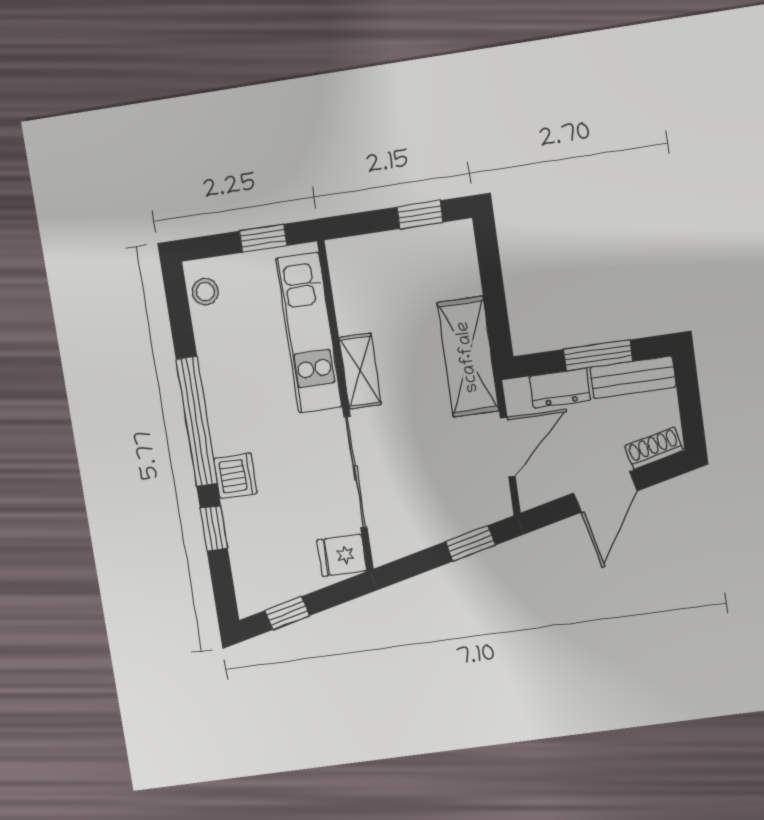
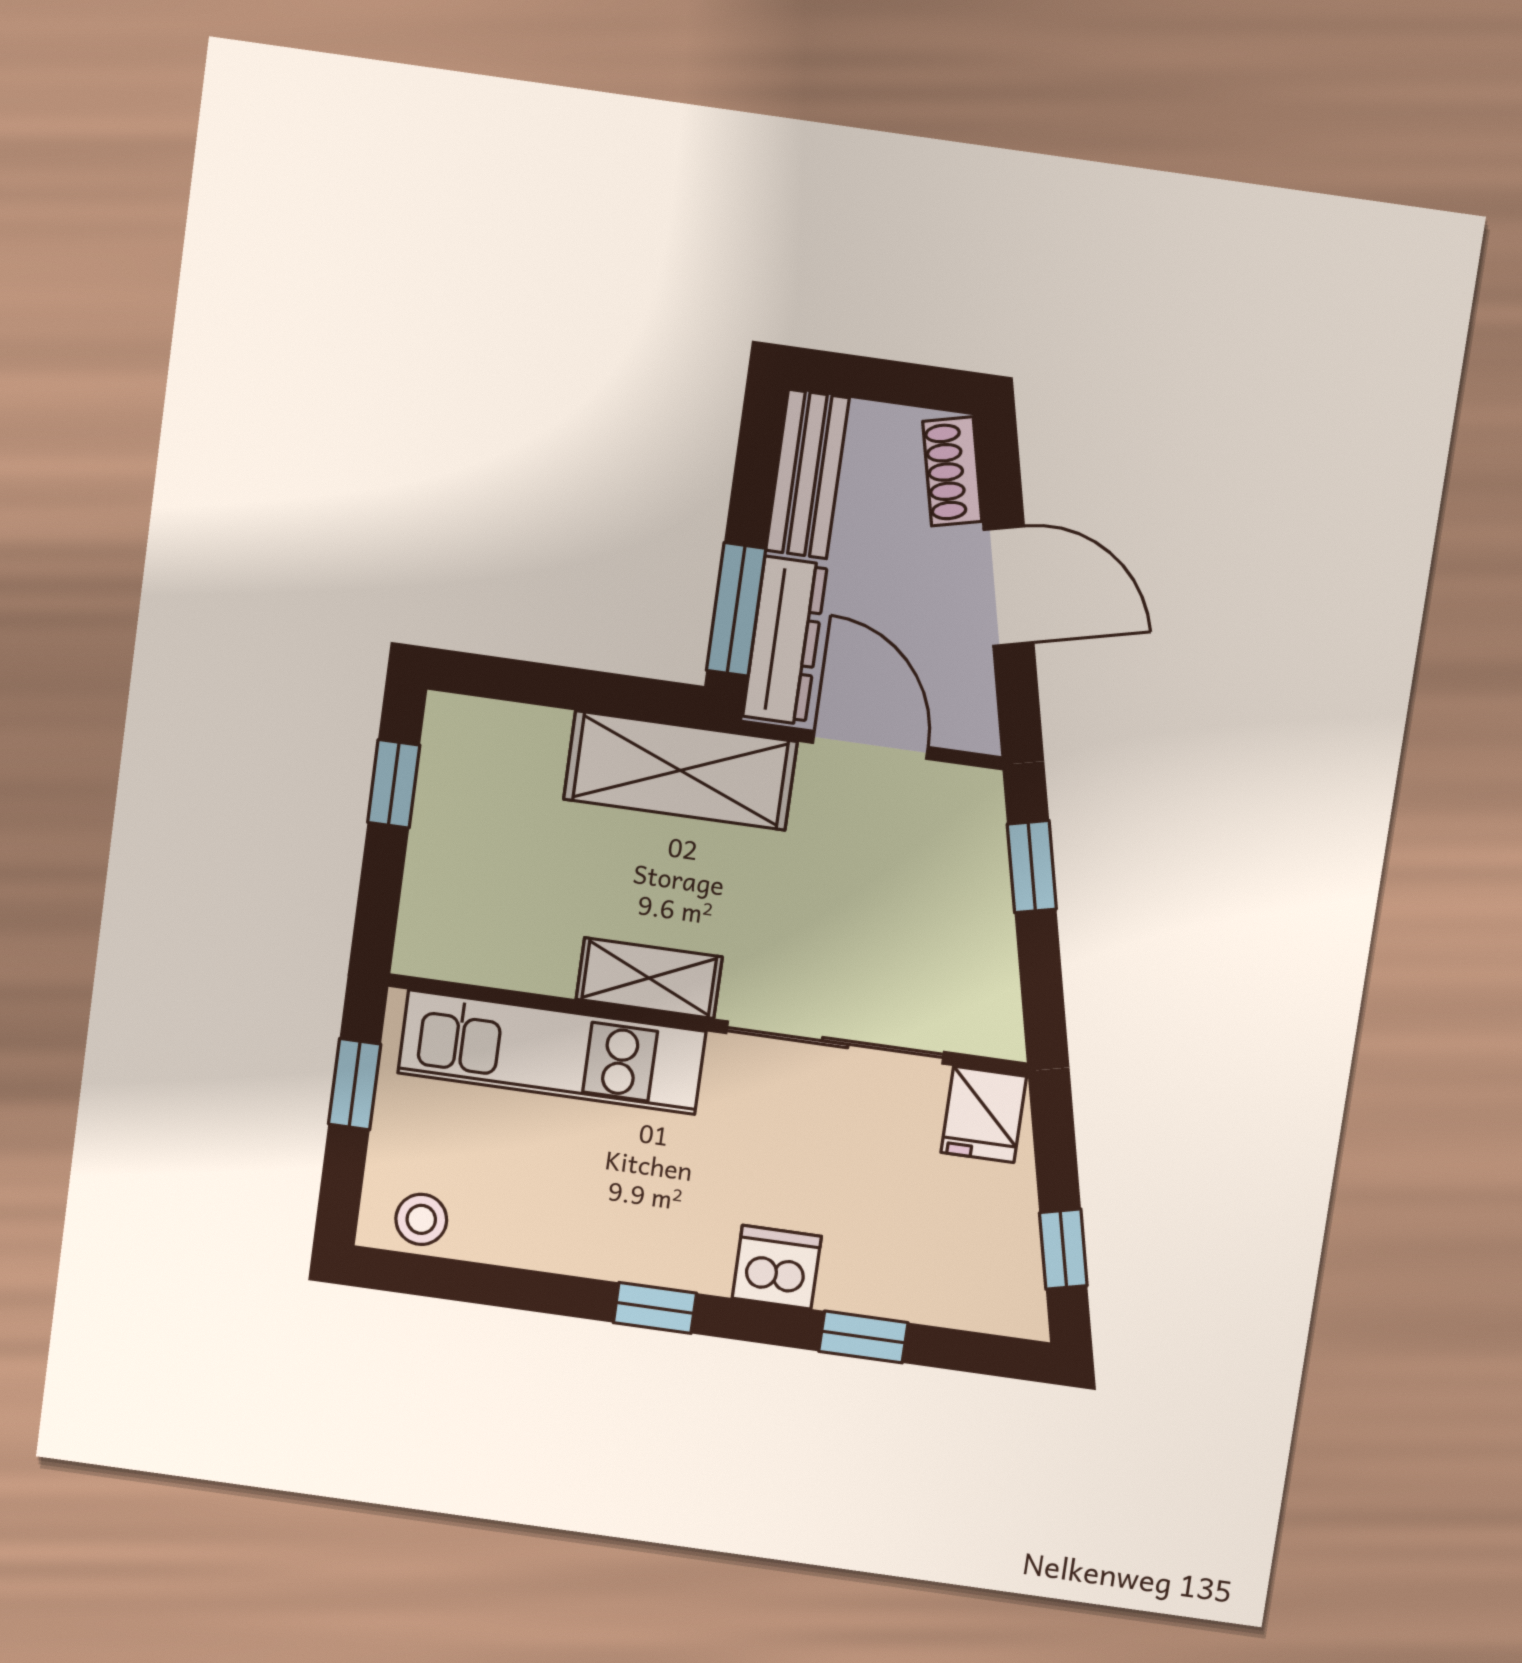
window: (598, 355) -> (736, 609), moved
dresser: (560, 388) -> (785, 641), width x1.44
window: (197, 421) -> (655, 1308), width x0.32

